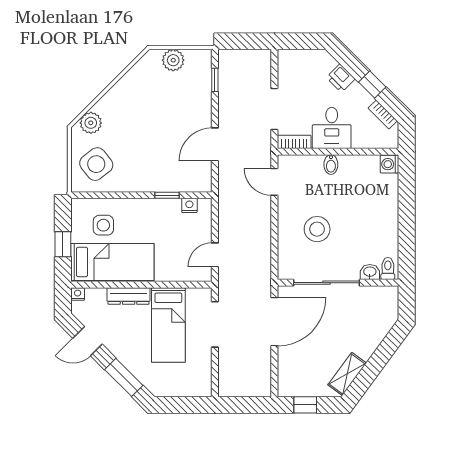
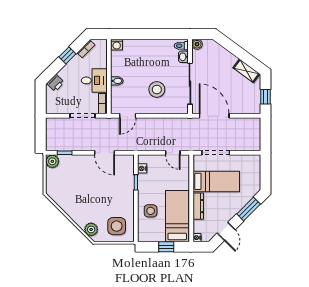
plant: (173, 60) -> (52, 161), moved
printer: (341, 78) -> (55, 83), moved
side table: (96, 164) -> (117, 226), turned 38
side table: (103, 225) -> (151, 211), moved
boiler: (390, 294) -> (197, 44), added

